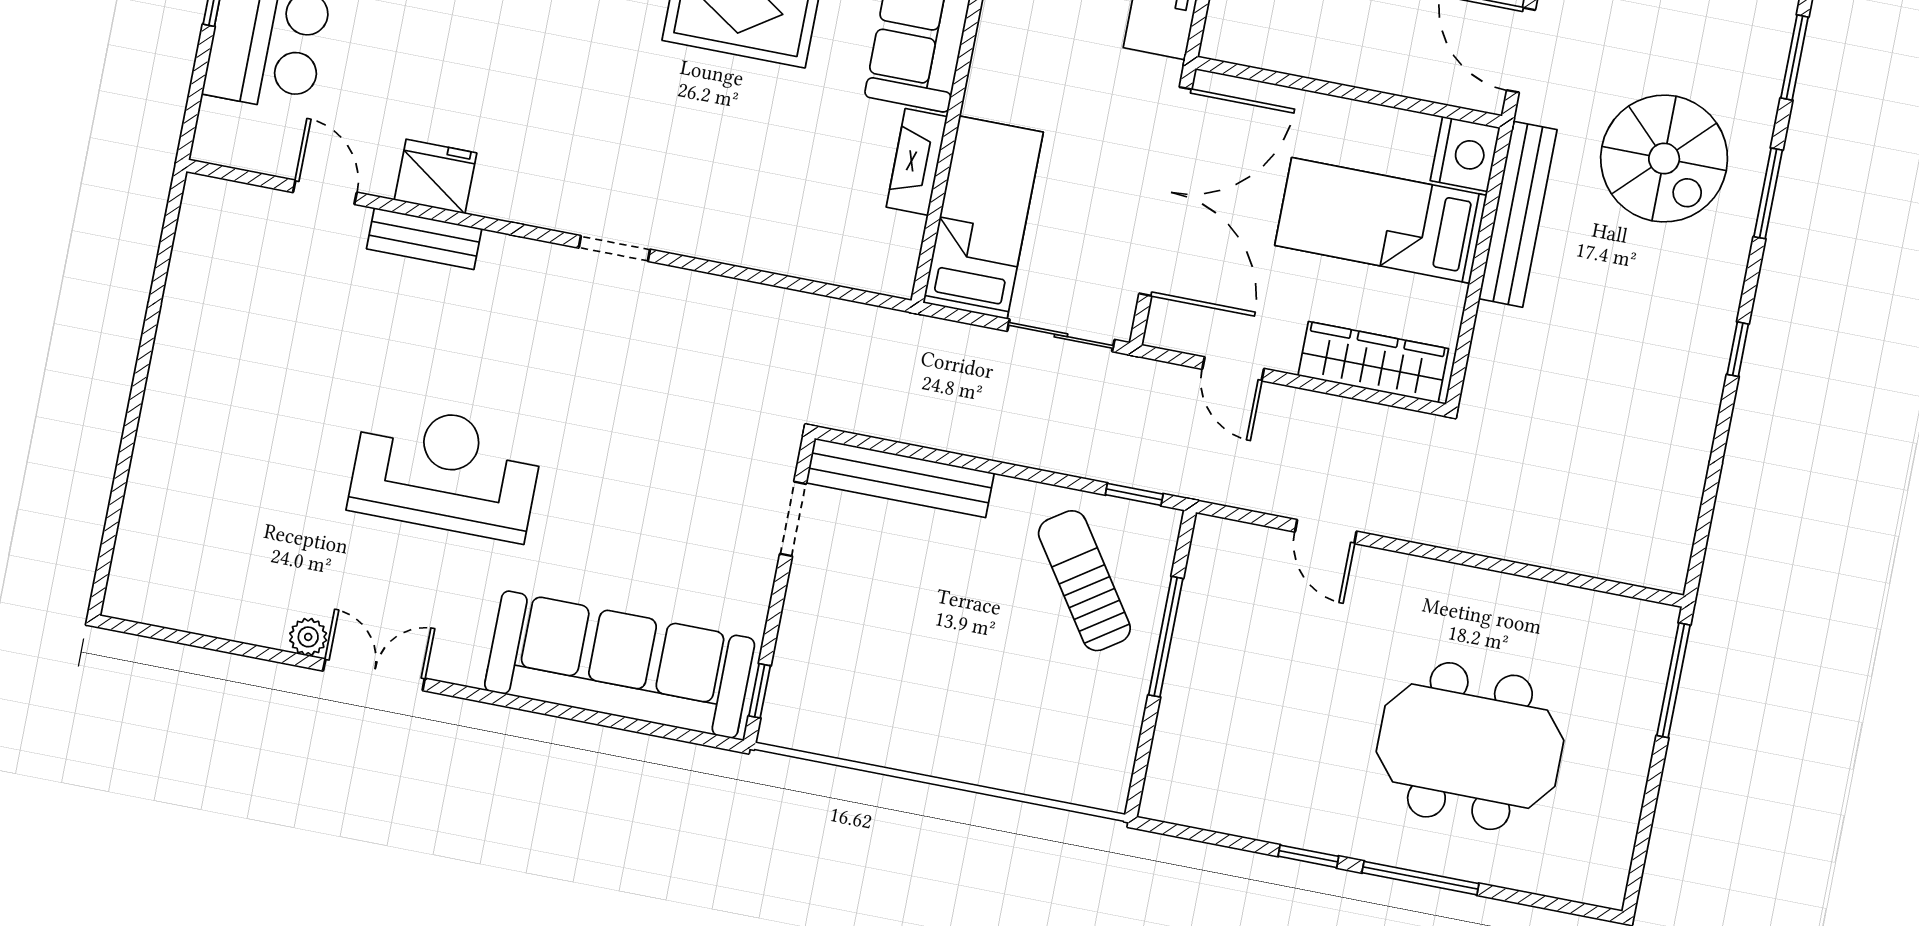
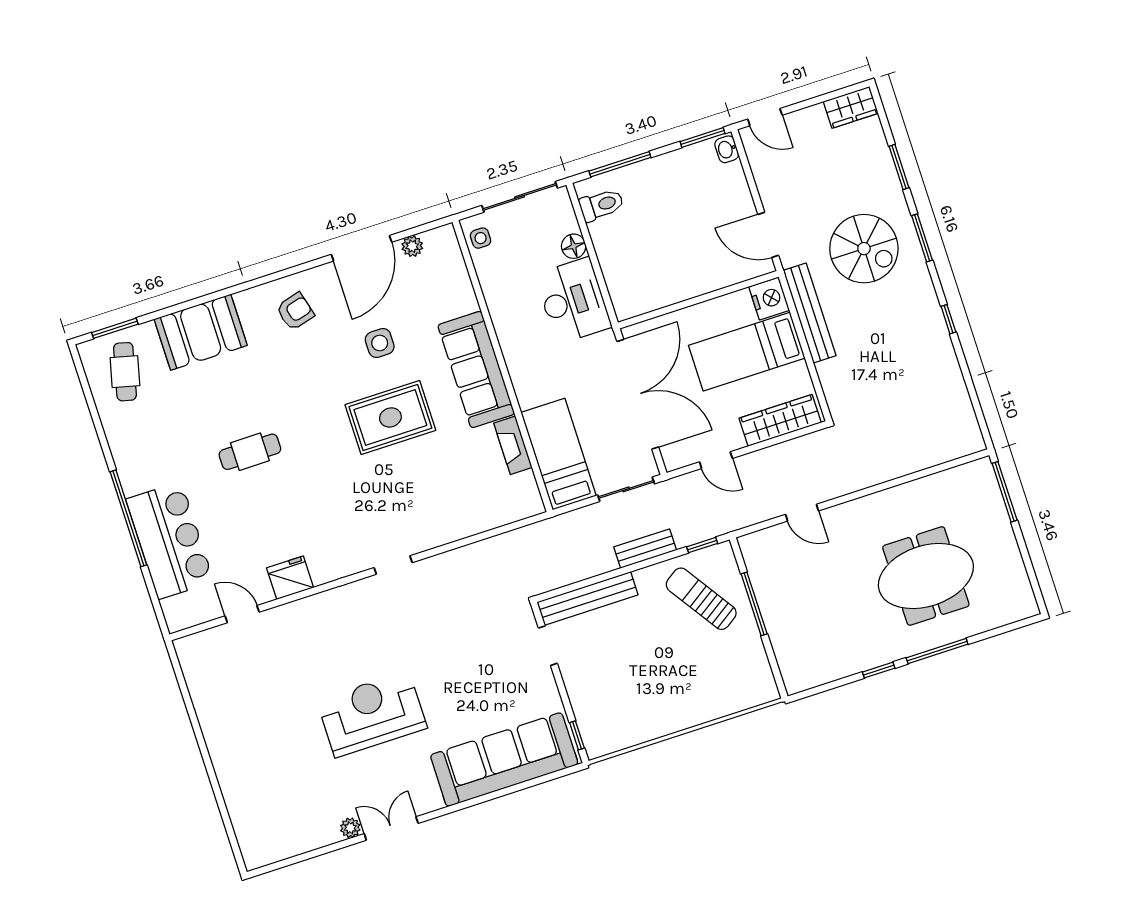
bench: (424, 239) -> (645, 549), moved

